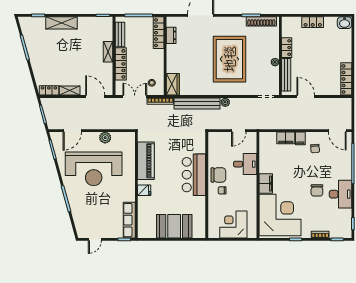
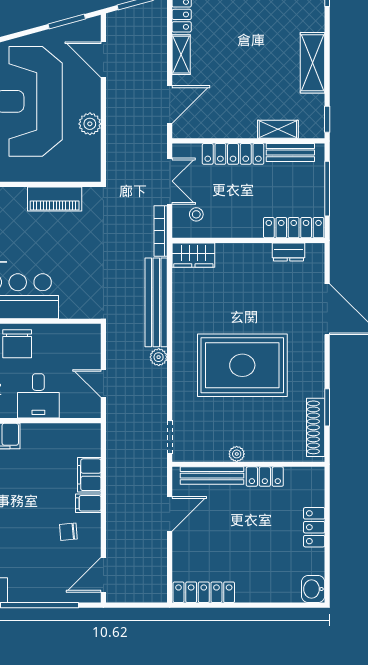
shelving: (62, 23) -> (313, 63), moved
shelving: (108, 52) -> (278, 129), moved
piano: (146, 161) -> (55, 199), width x0.73, depth x0.75

